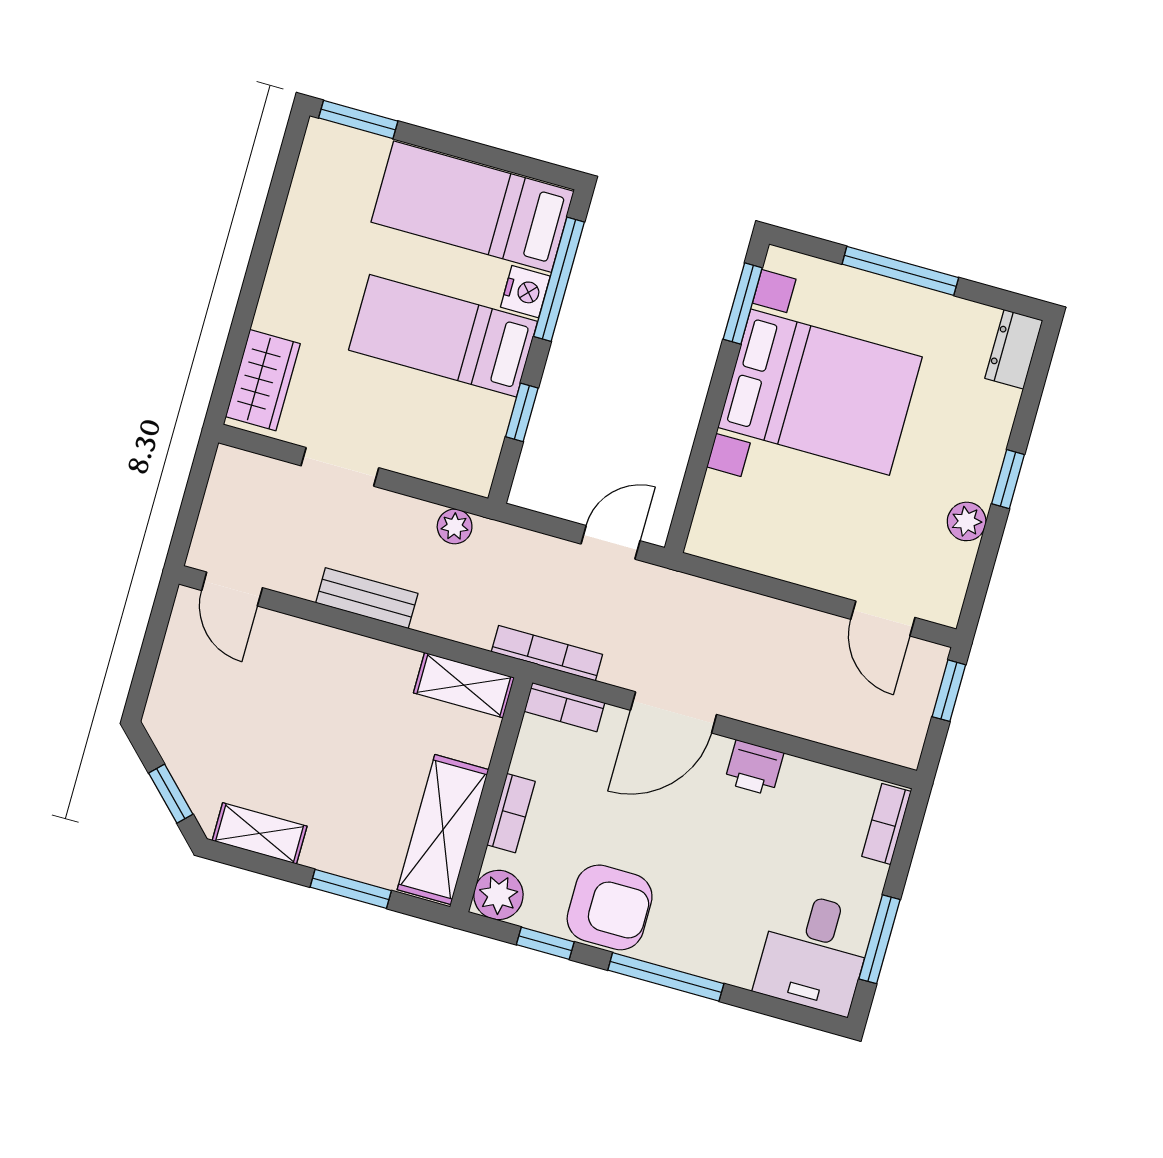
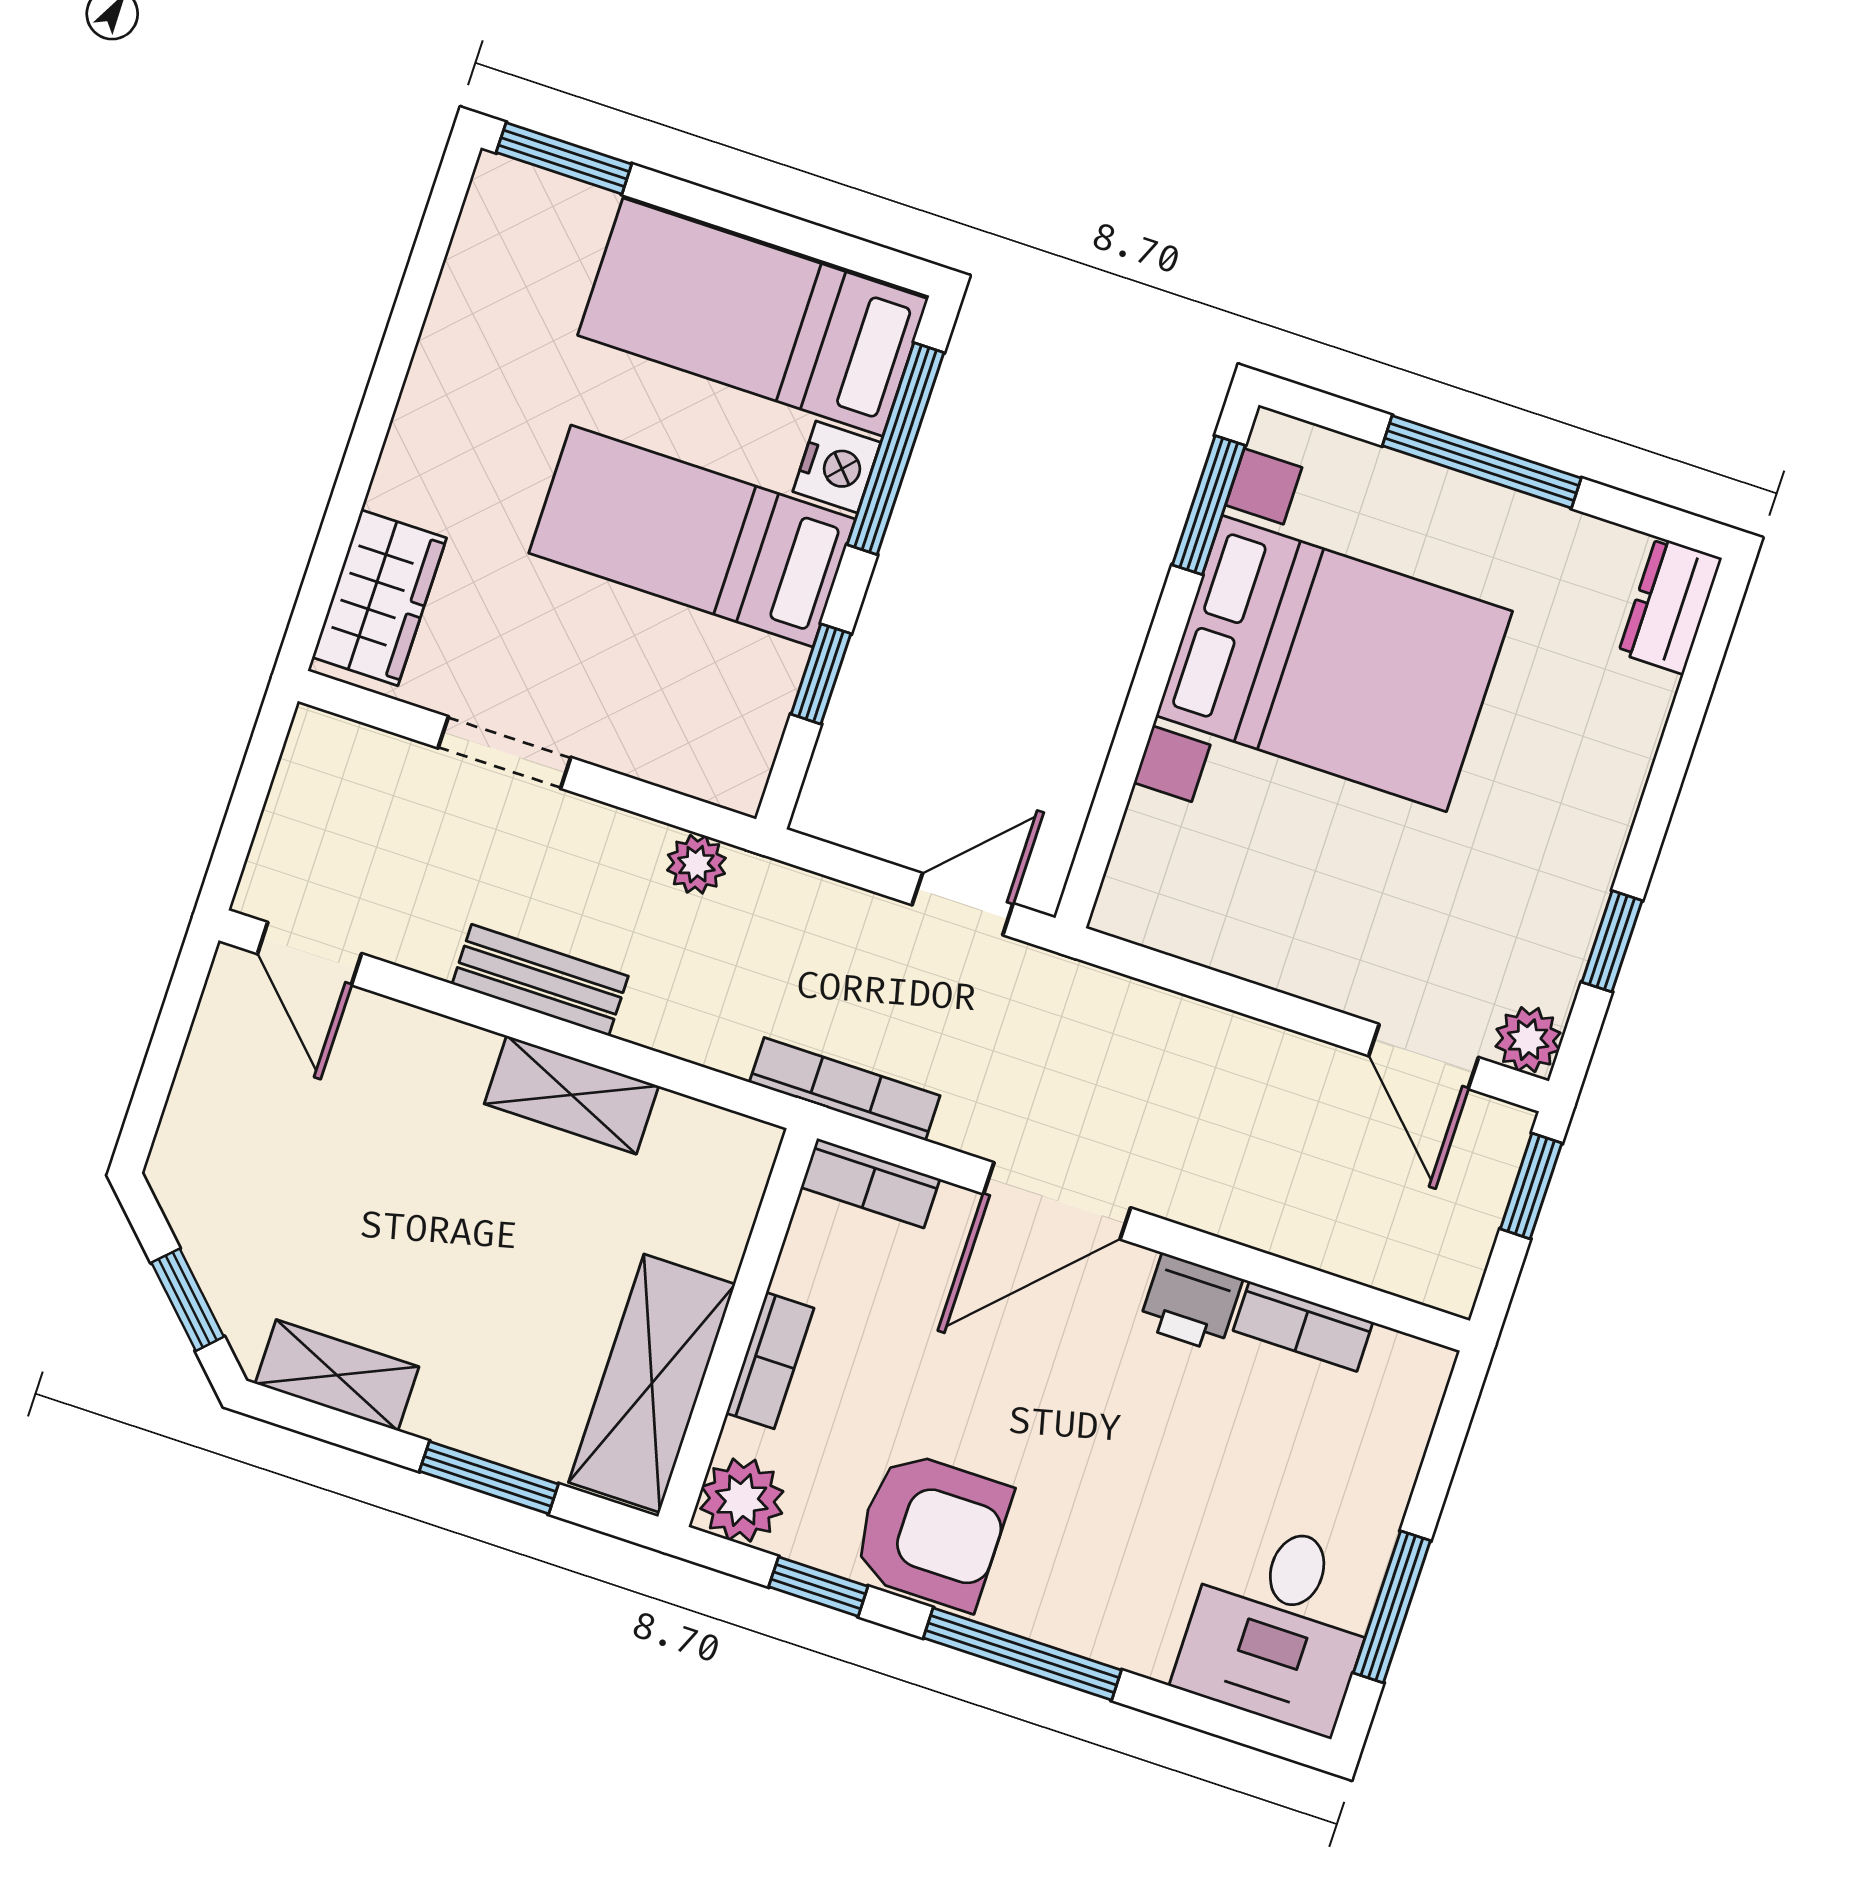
window: (1008, 479) -> (1612, 941), moved
plant: (967, 521) -> (1528, 1040), moved
shelving: (464, 685) -> (571, 1095), moved
bookcase: (886, 824) -> (1303, 1326), moved, turned -90

